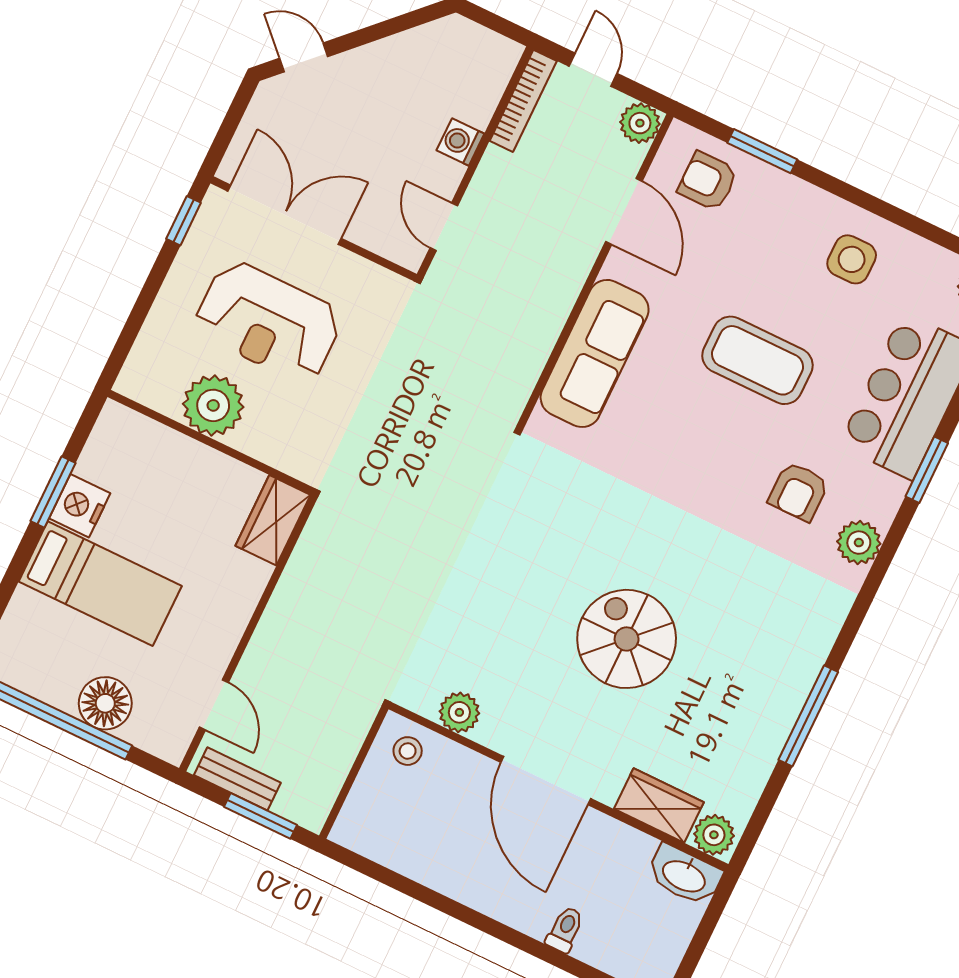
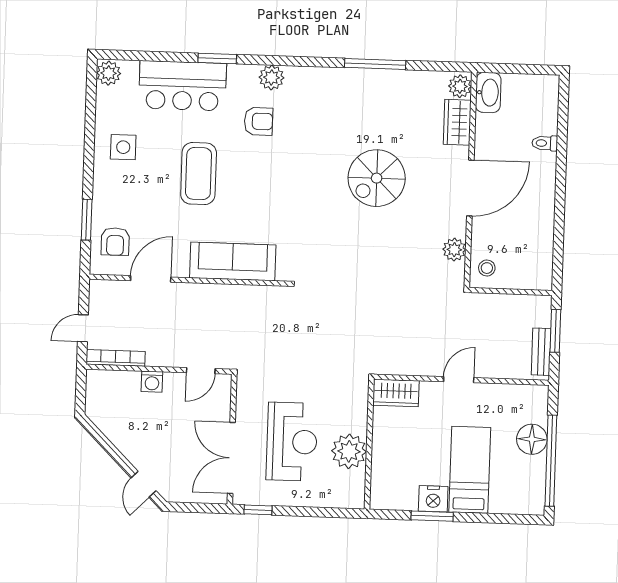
plant: (640, 123) -> (100, 291), removed
door: (214, 705) -> (459, 380), moved

